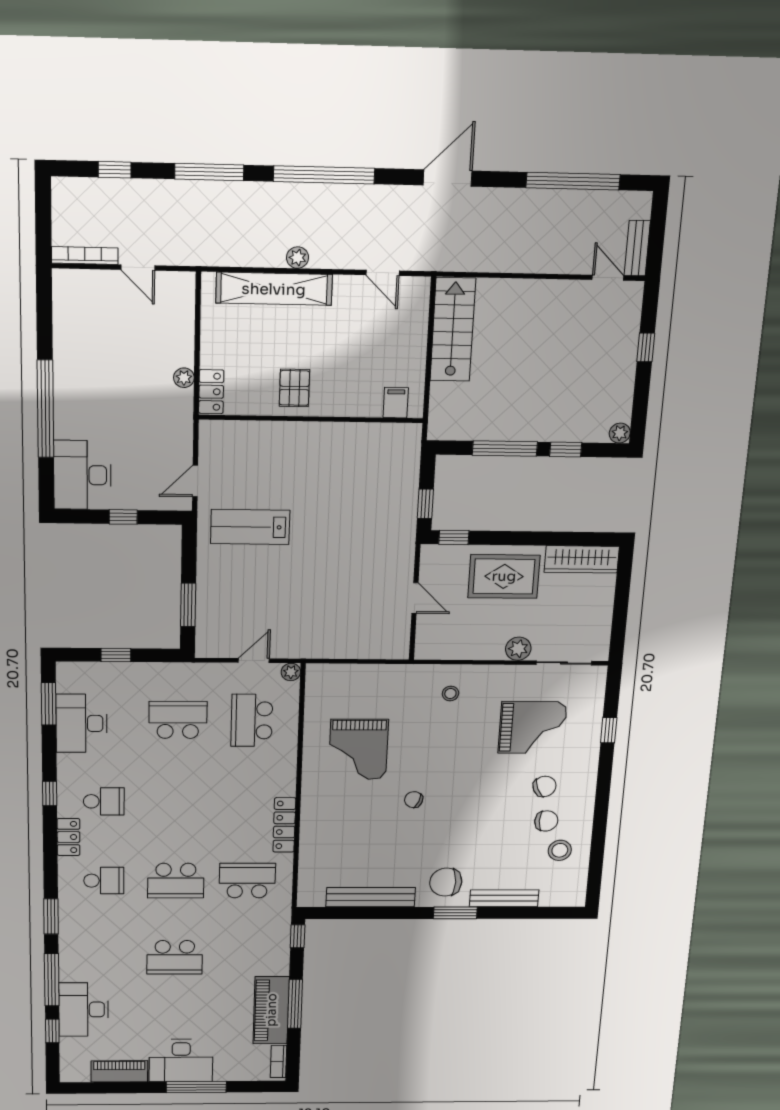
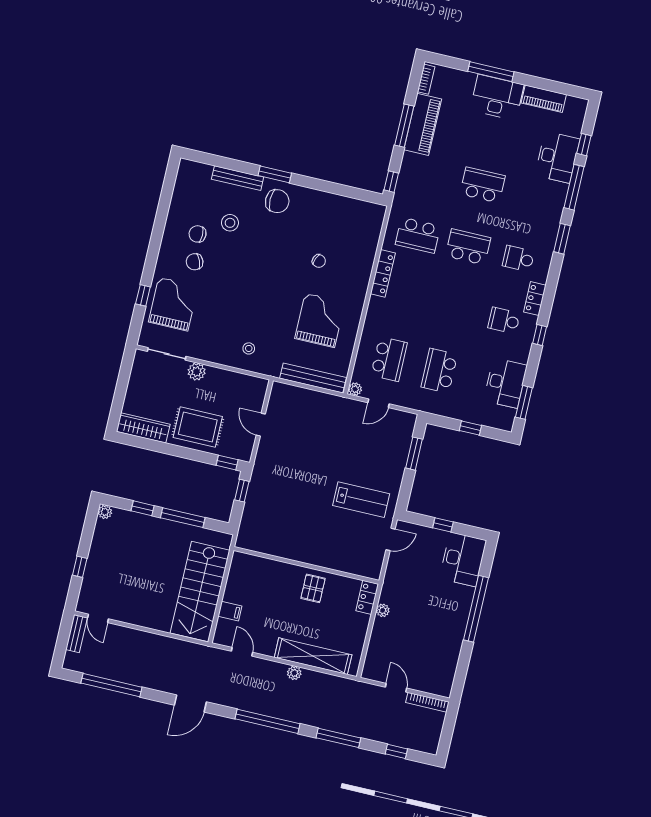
stairs: (453, 330) -> (200, 592), width x1.36, depth x1.51
filing cabinet: (396, 403) -> (230, 611), moved, turned -90
school desk: (178, 720) -> (439, 371), turned 90
grand piano: (533, 728) -> (173, 304), moved, turned 90
chair: (414, 800) -> (319, 261), moved
stool: (560, 850) -> (230, 223), moved
bench: (371, 897) -> (313, 378), moved

